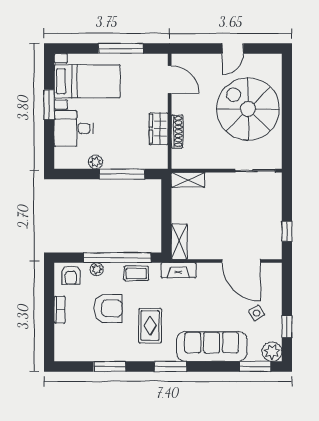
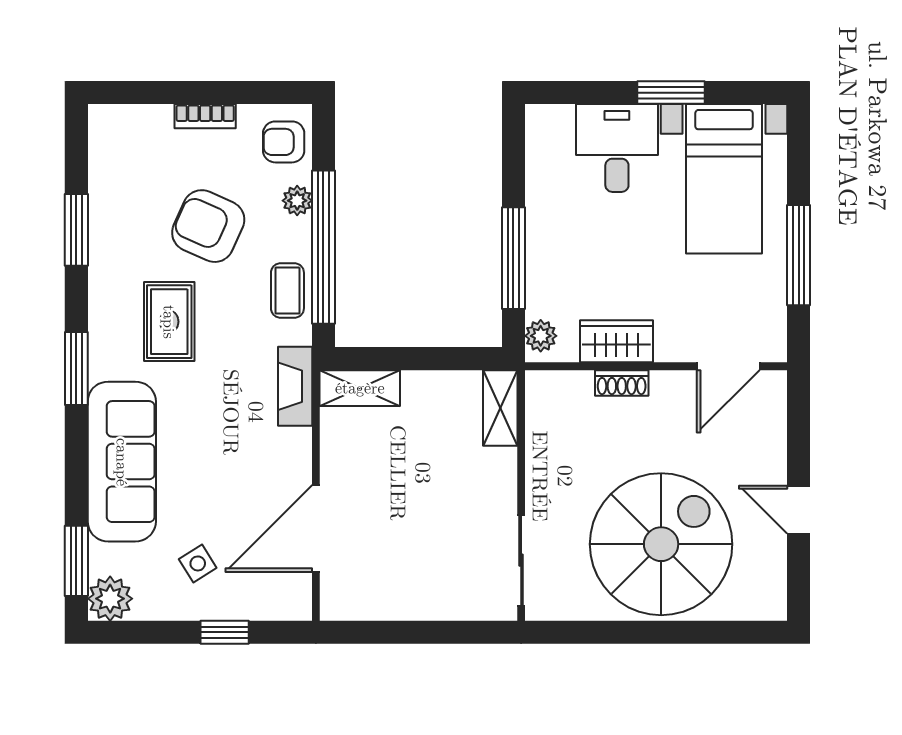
shoe rack: (177, 131) -> (622, 383), width x0.70
plant: (96, 162) -> (541, 336), moved
window: (287, 231) -> (383, 632), removed
armchair: (108, 308) -> (208, 226), turned 114
rug: (150, 326) -> (169, 322), turned 90
window: (287, 327) -> (225, 632), moved

